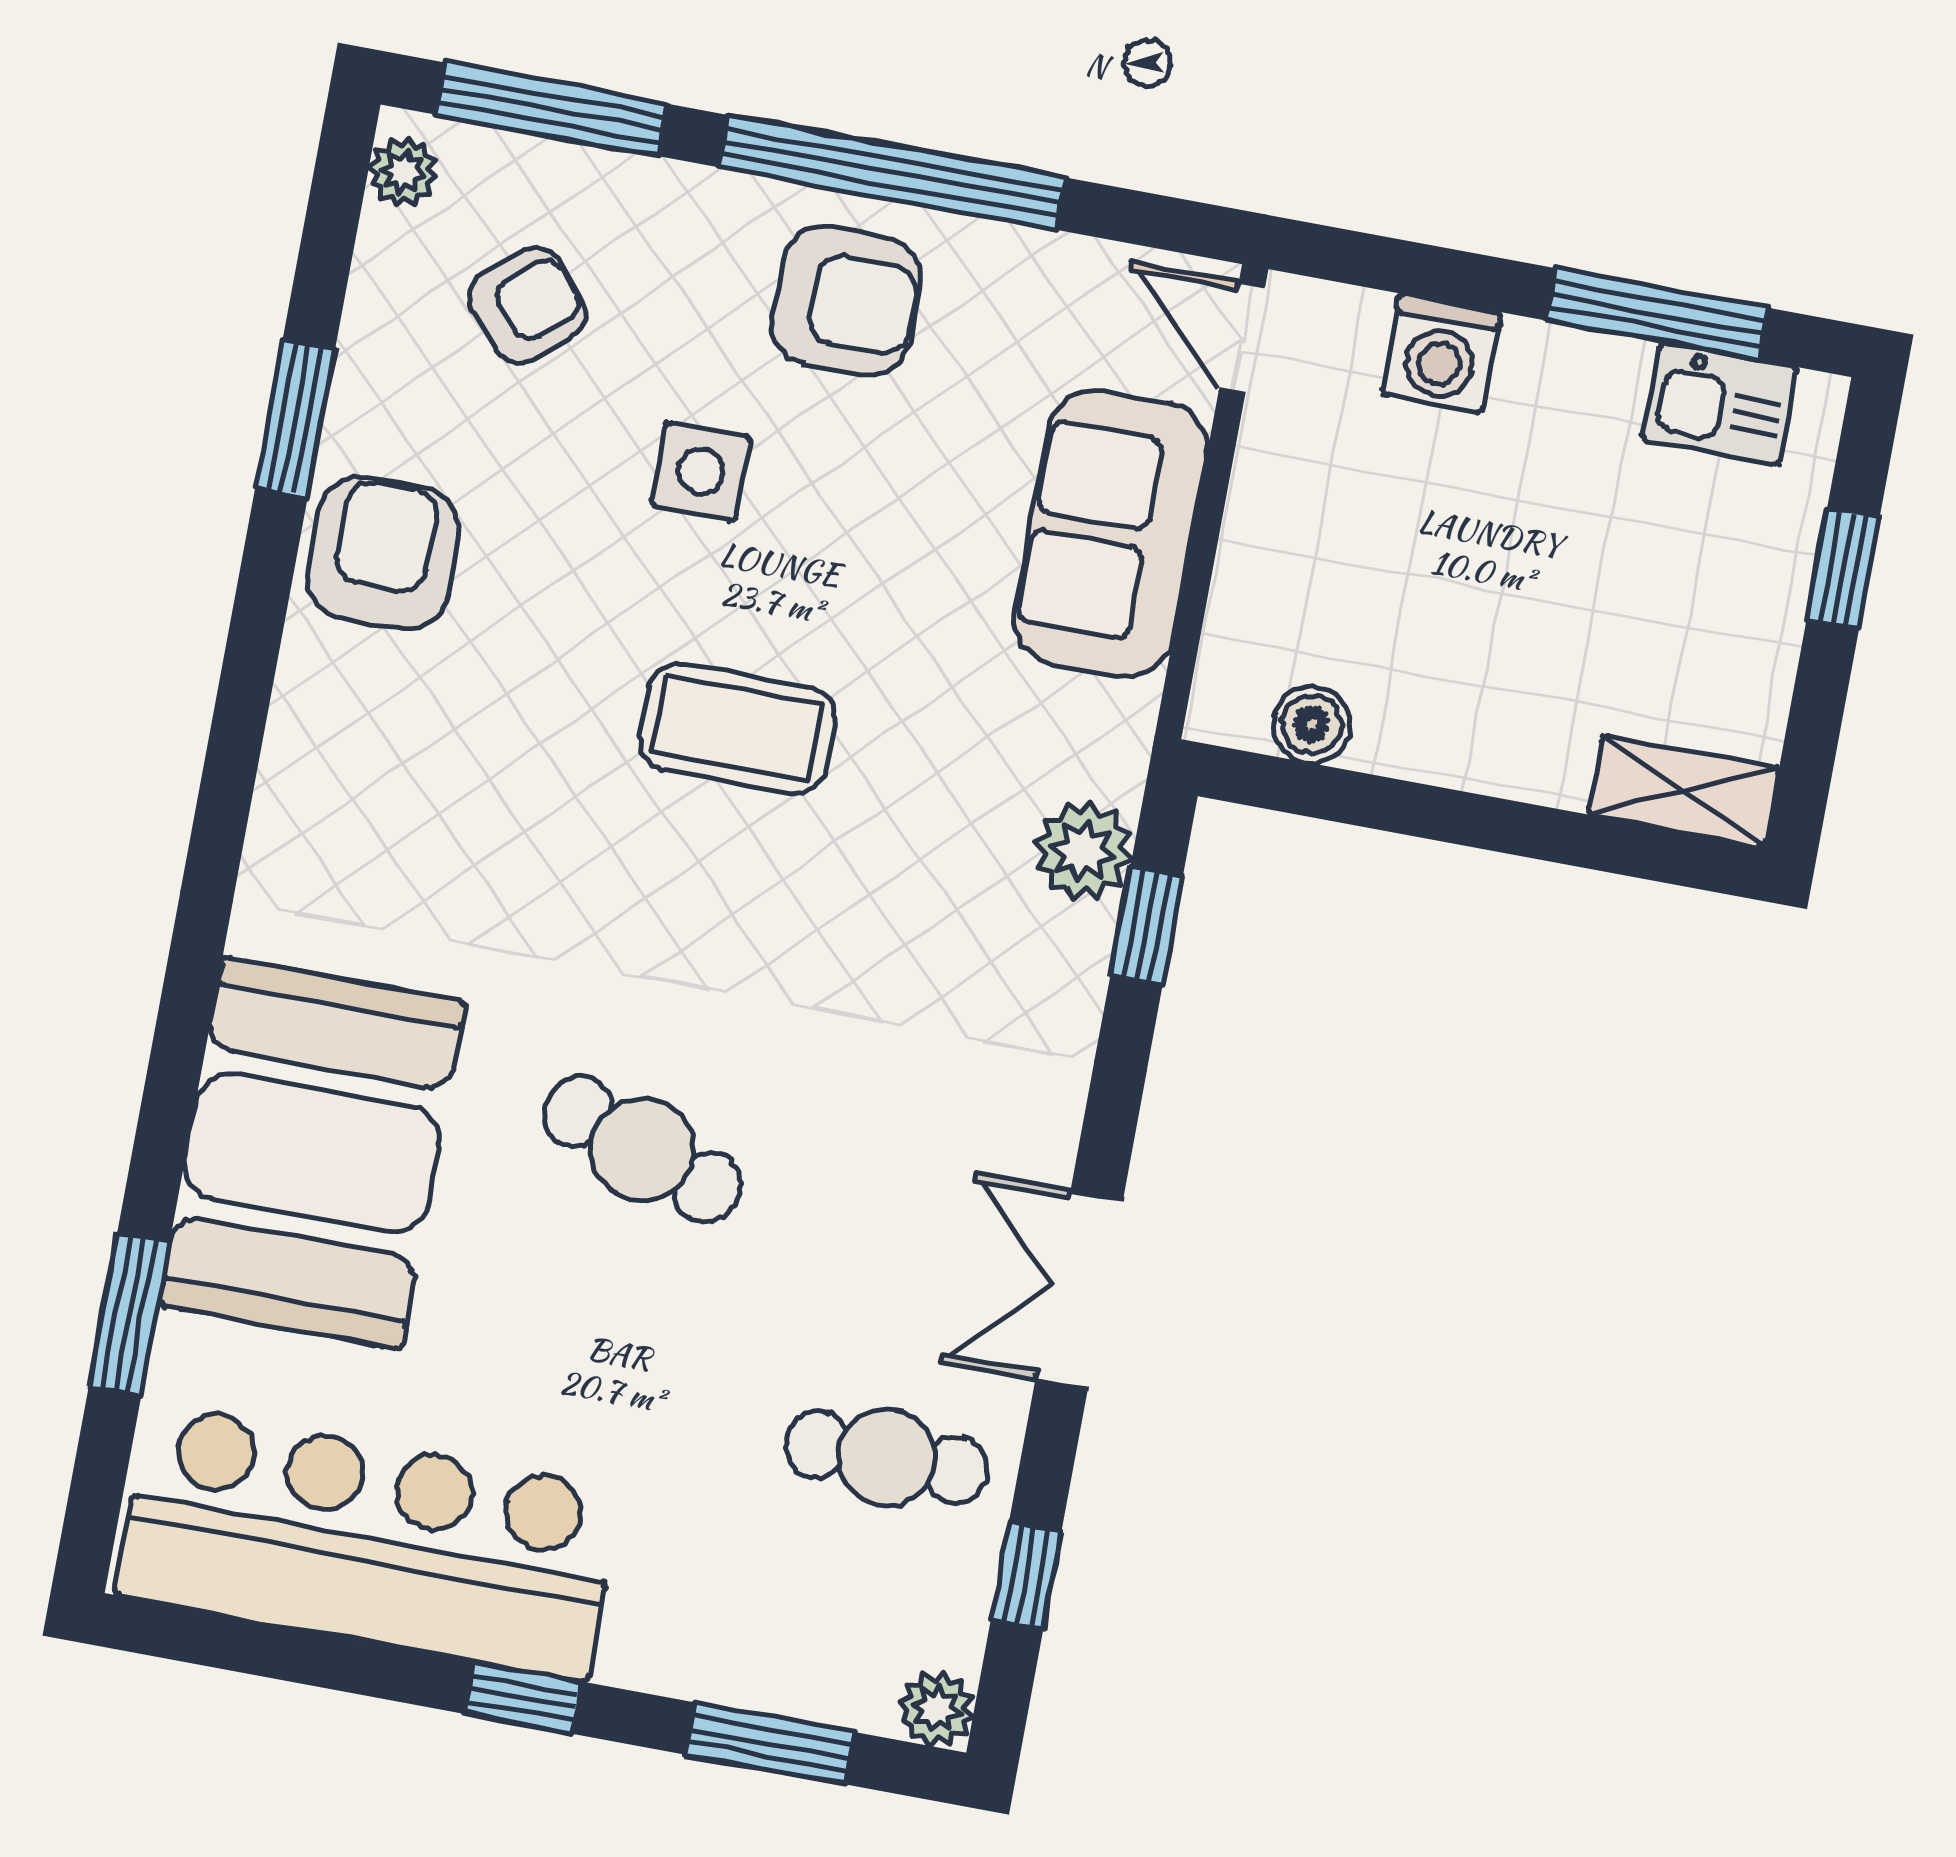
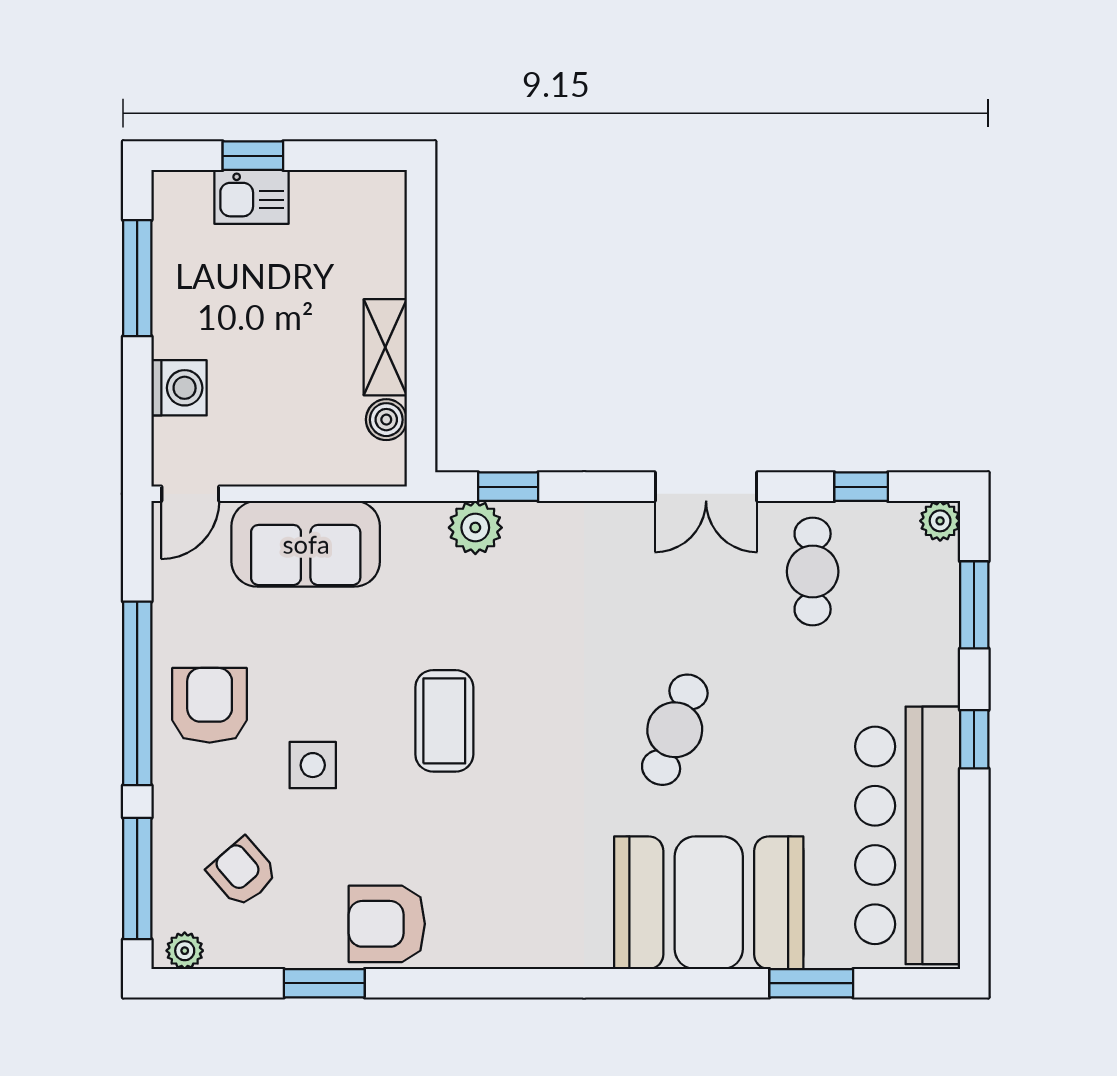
kitchen sink: (1720, 404) -> (252, 197), moved, turned 90
shelving: (1683, 791) -> (385, 347), moved

